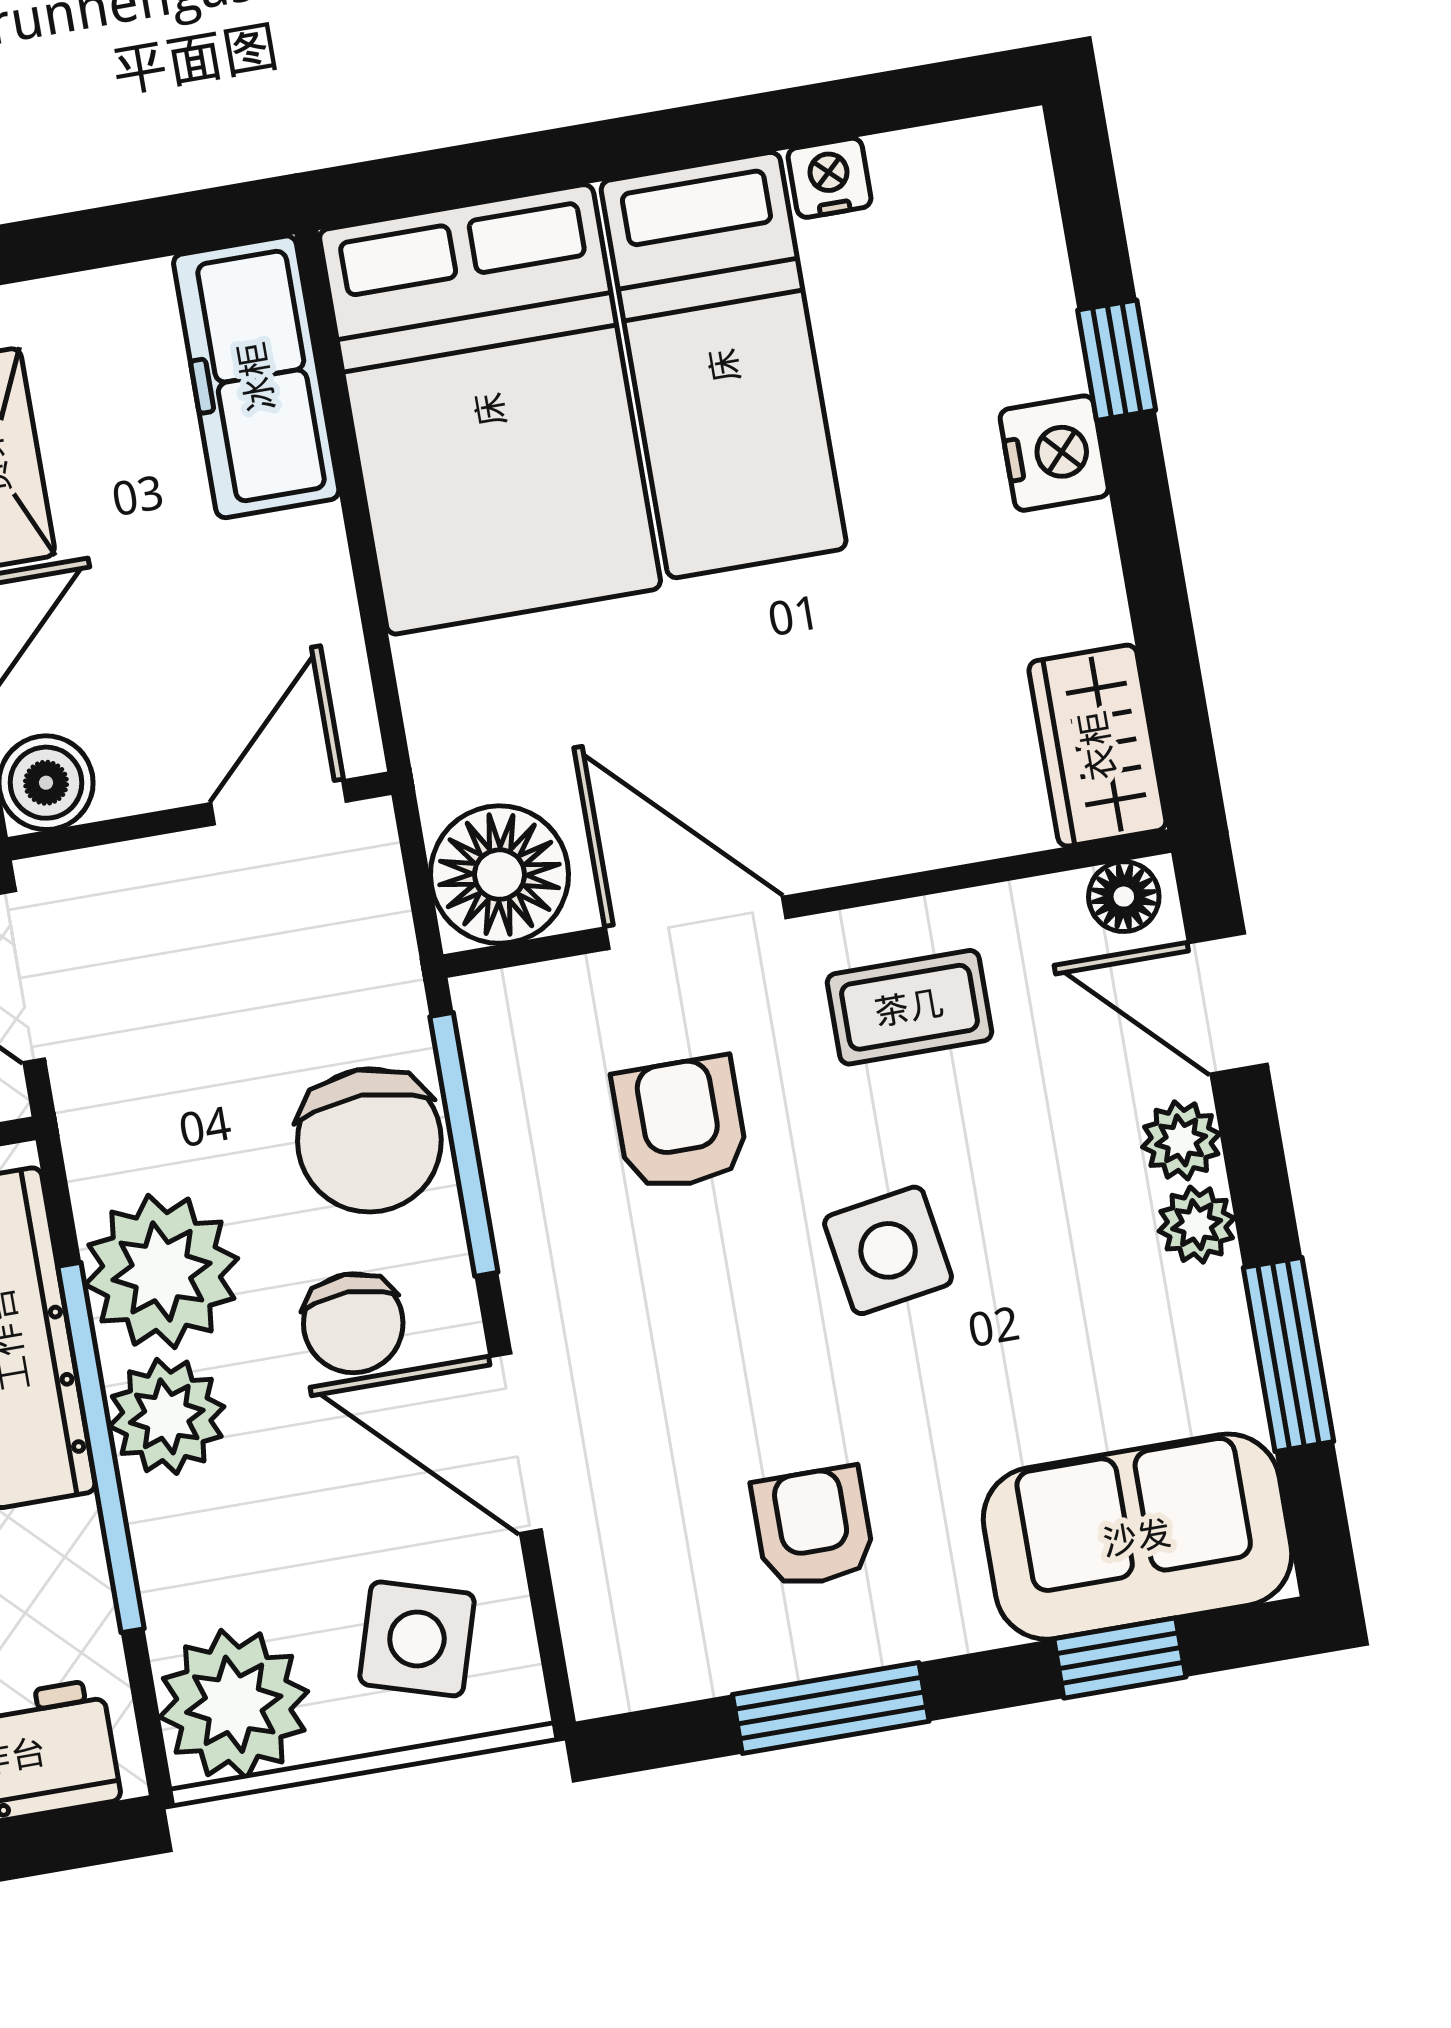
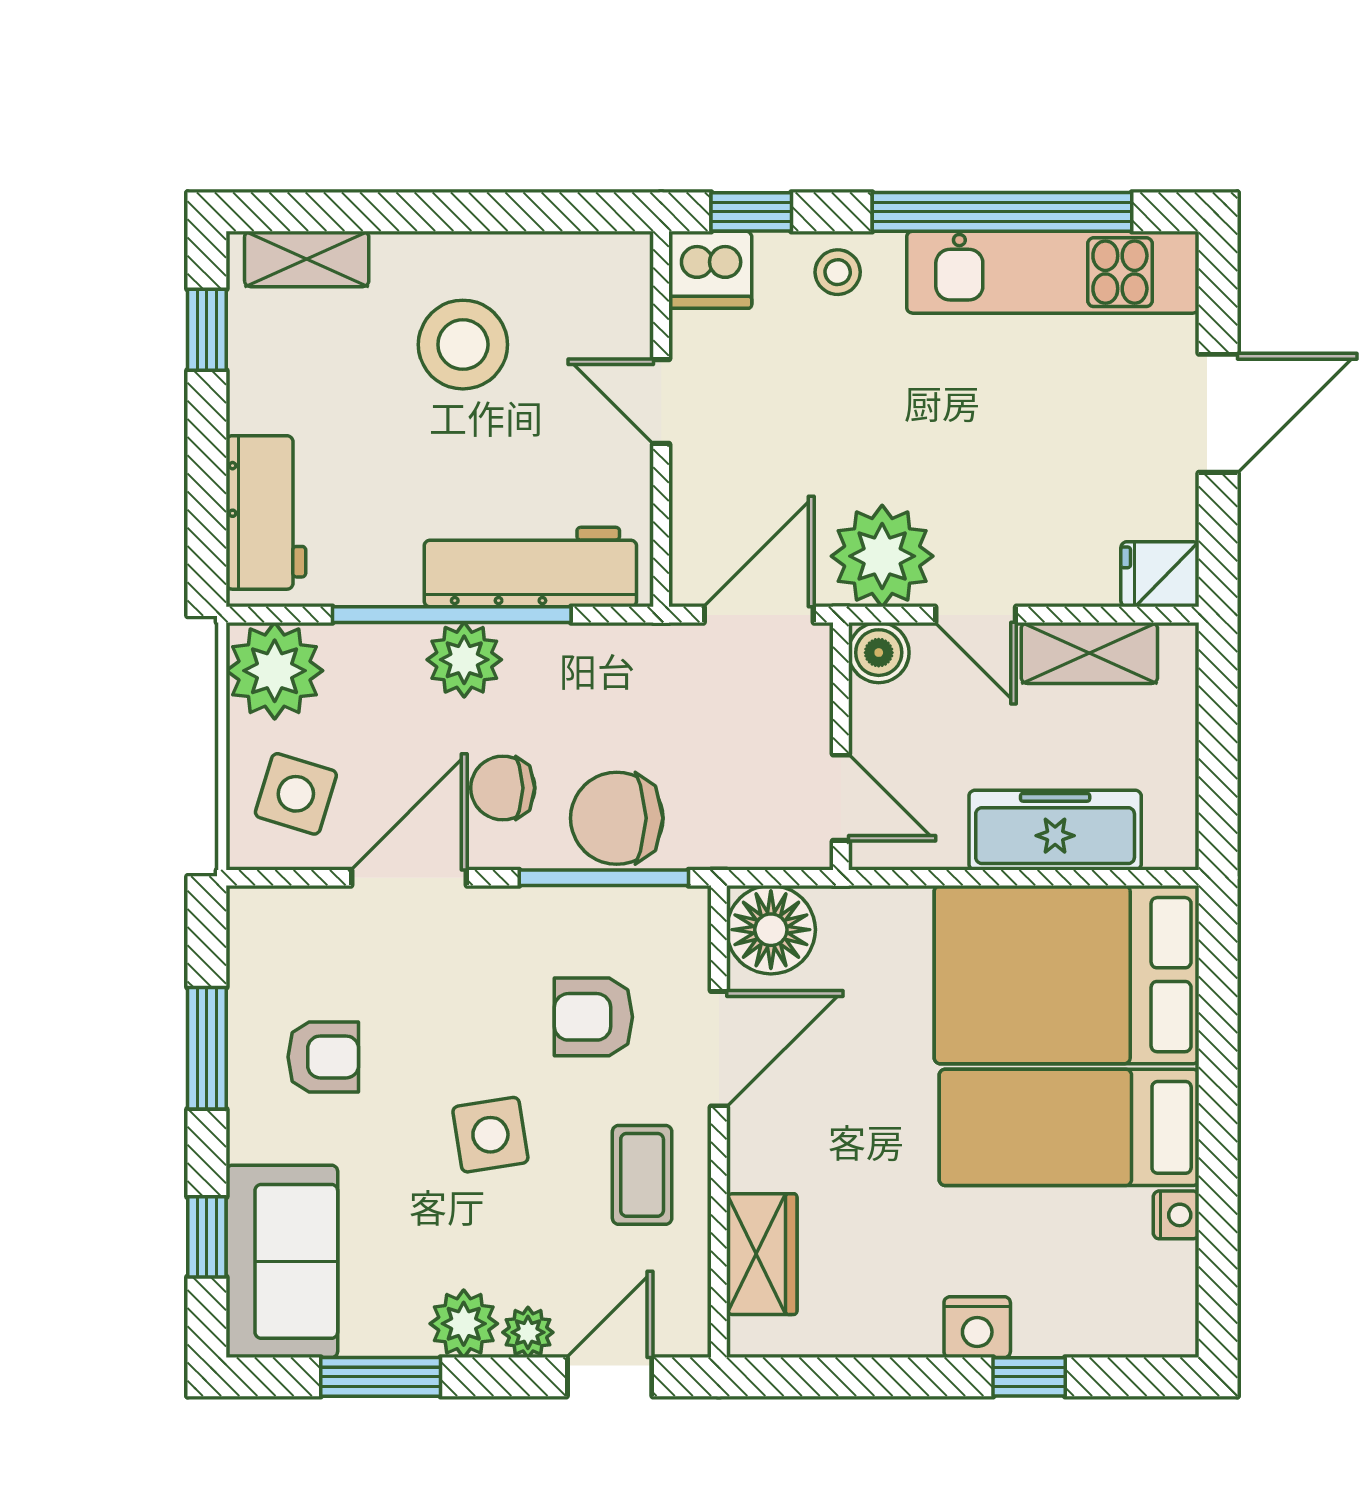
freezer: (256, 377) -> (1055, 830), moved
wardrobe: (1097, 746) -> (762, 1254), moved, turned 90
floor lamp: (1124, 897) -> (689, 1323), removed
armchair: (680, 1124) -> (593, 1017), turned 180
plant: (1197, 1225) -> (464, 1324), width x1.38, depth x1.38
plant: (161, 1272) -> (556, 672), removed

